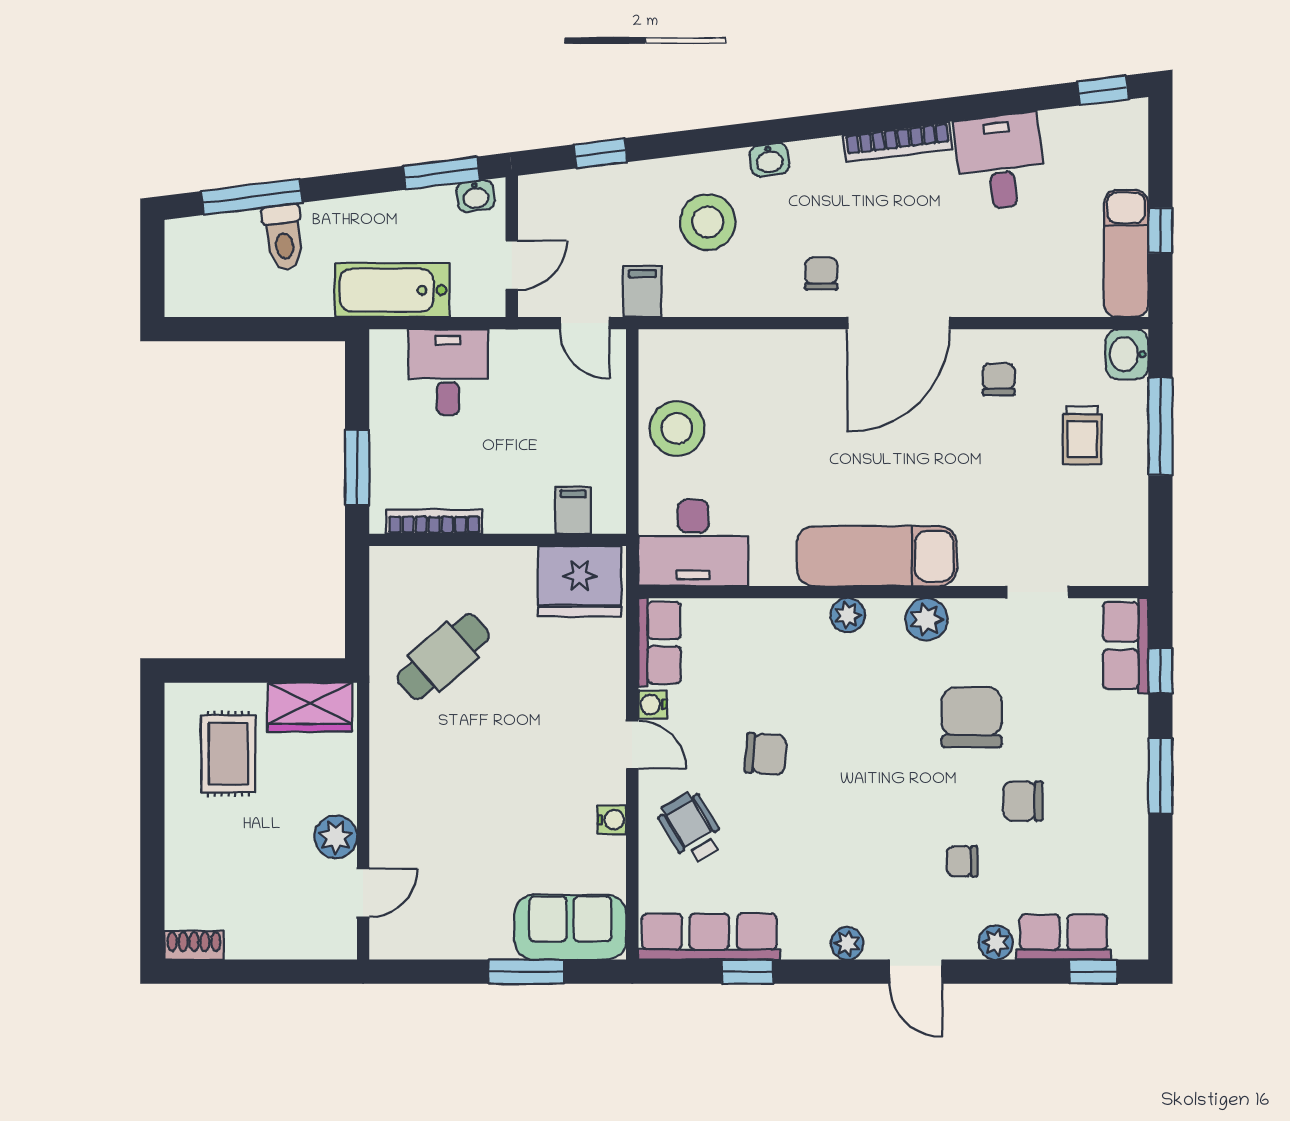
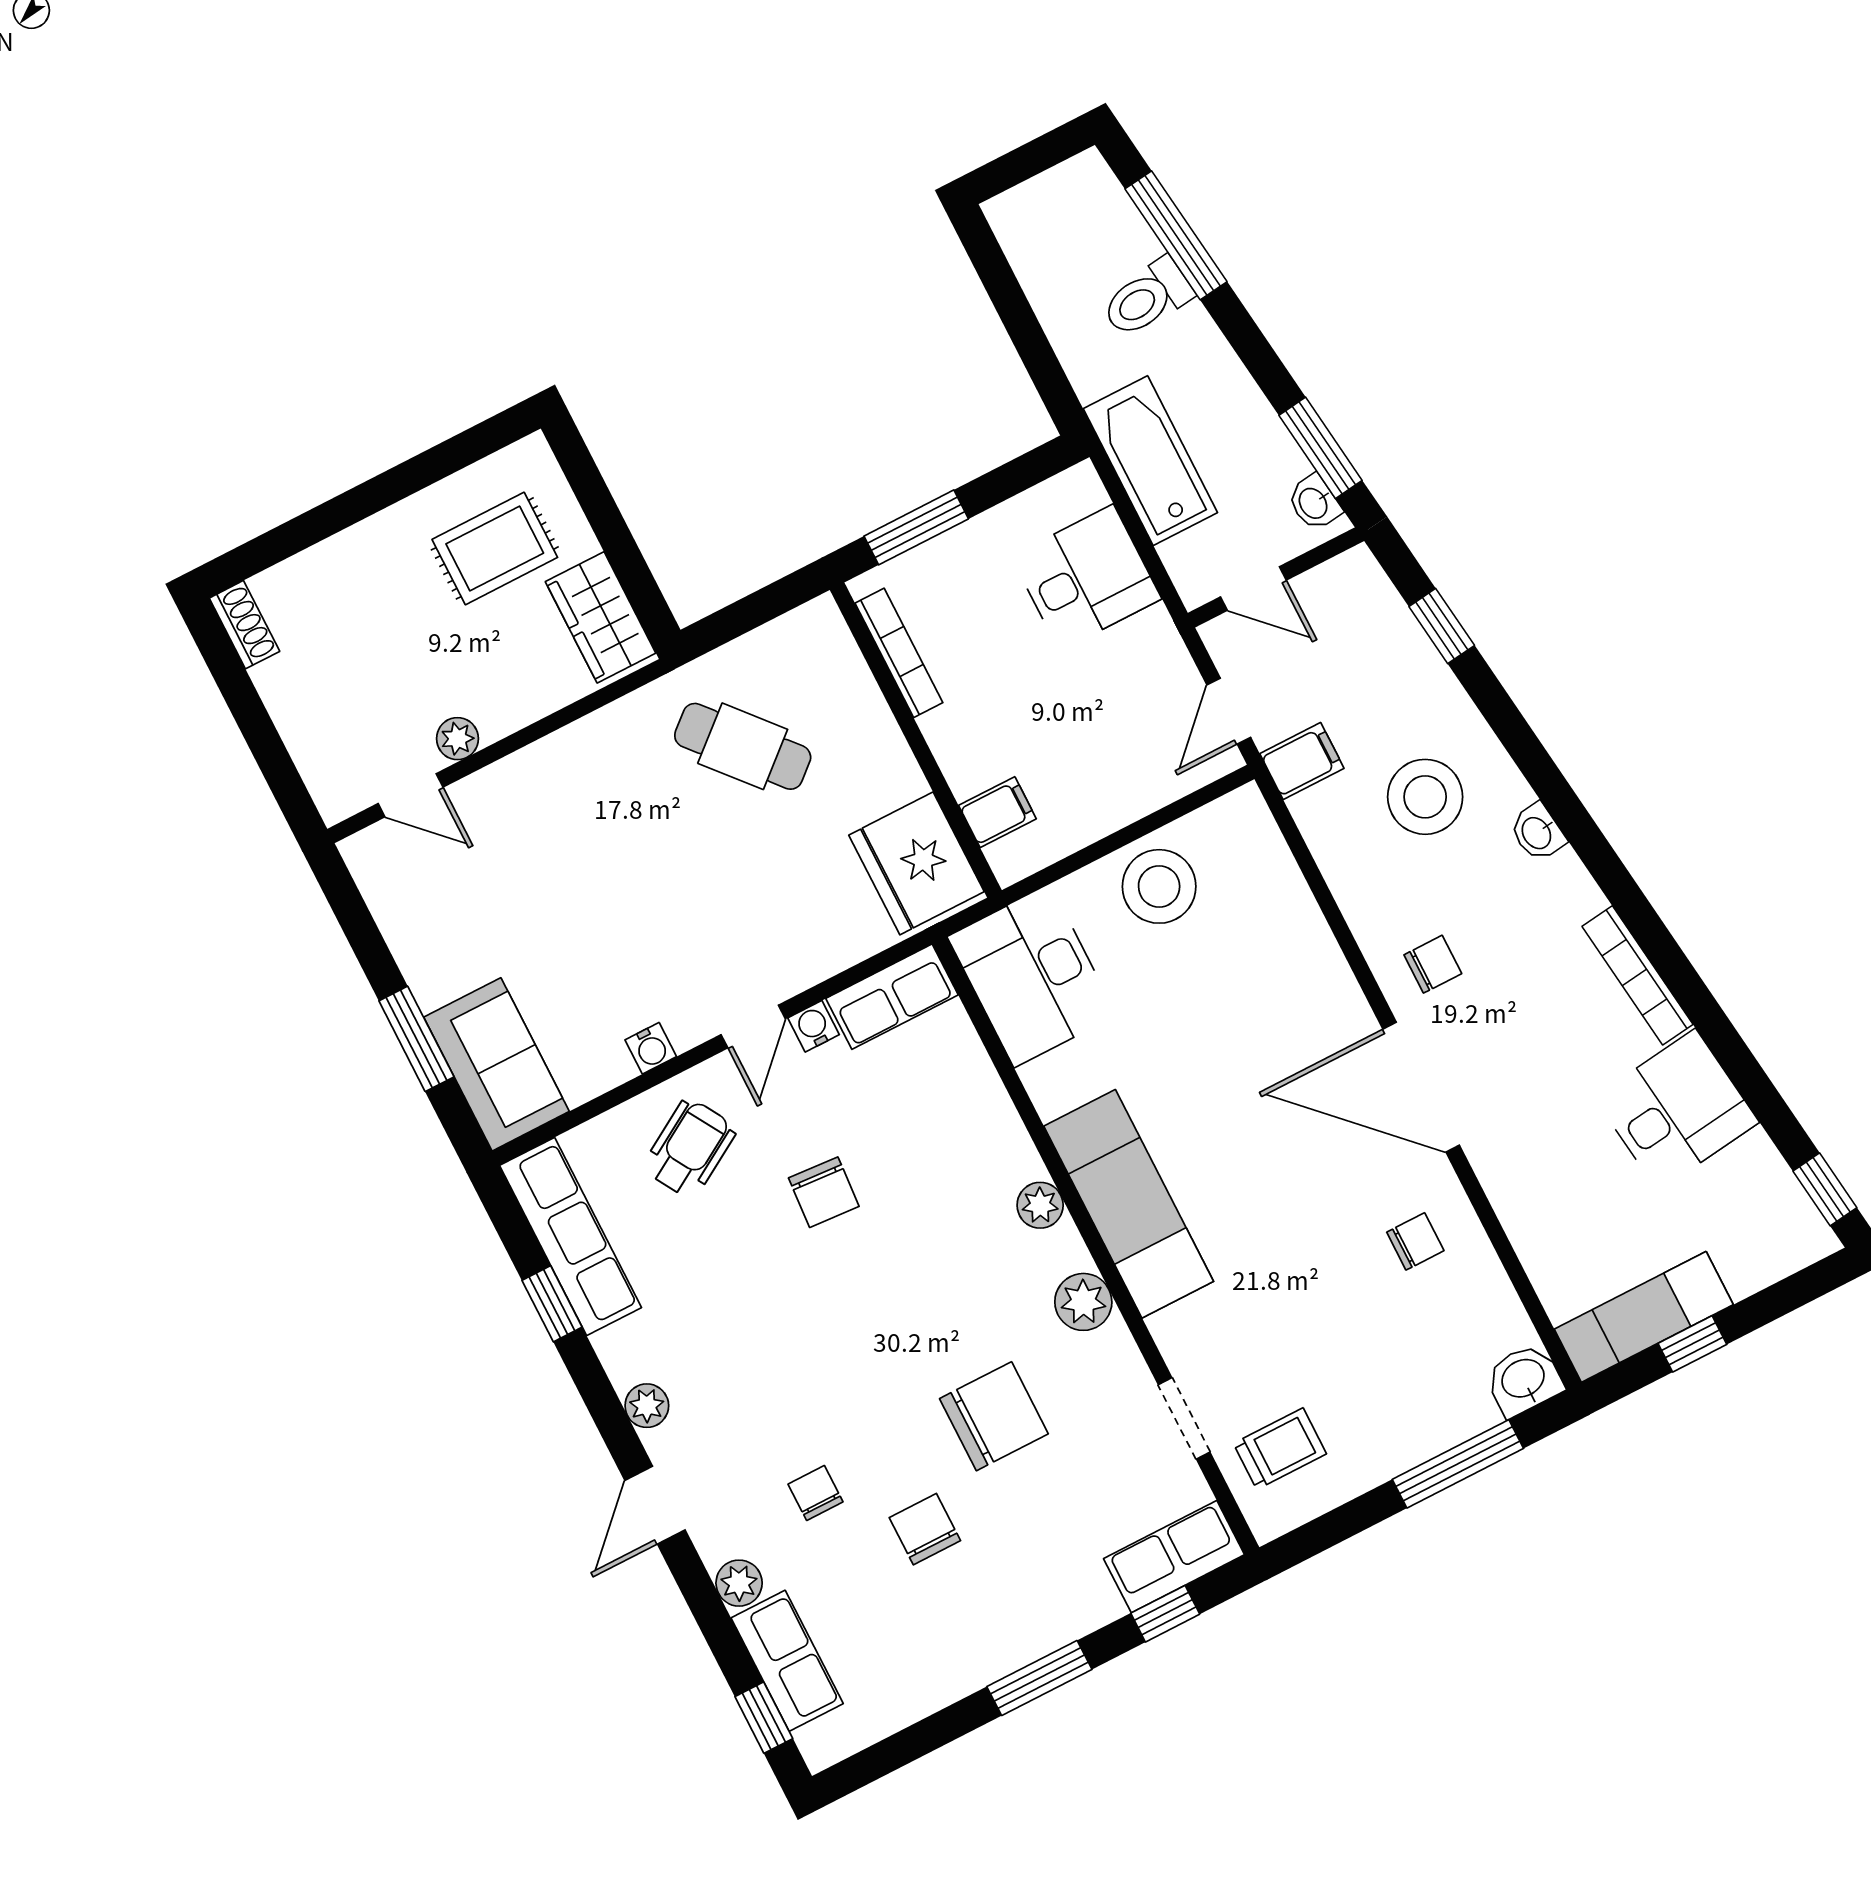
trolley: (1082, 435) -> (1280, 1449), moved, turned 180
plant: (336, 837) -> (457, 739), width x0.73, depth x0.73

